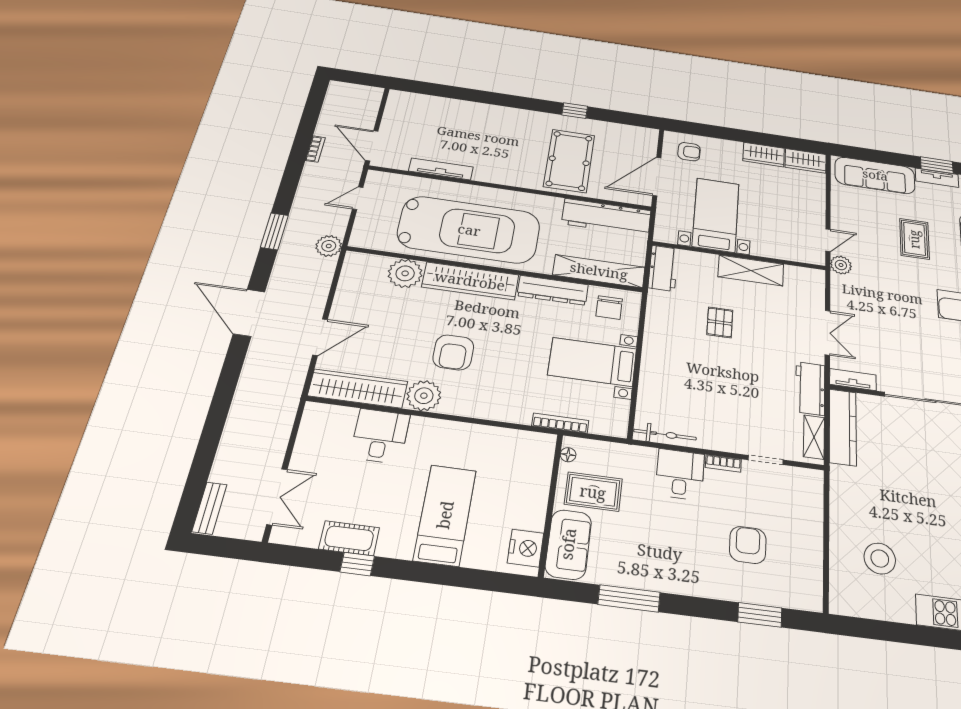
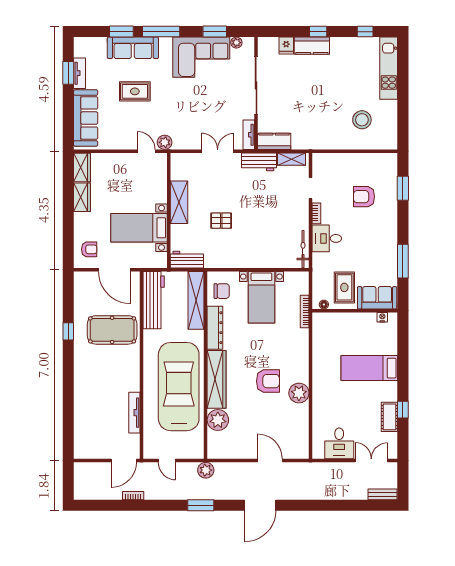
armchair: (689, 152) -> (89, 249), turned 90
wardrobe: (358, 389) -> (300, 432), removed
kitchen counter: (843, 427) -> (274, 141), width x0.67
desk: (380, 436) -> (339, 443), moved, turned -90
nightstand: (525, 548) -> (382, 317), width x0.53, depth x0.56

